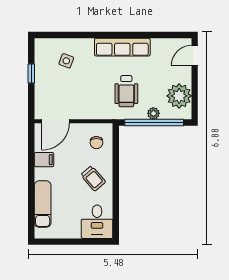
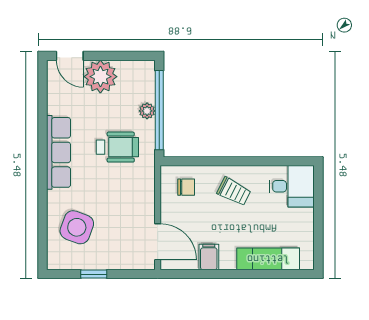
side table: (66, 61) -> (77, 227), width x1.87, depth x1.87
plant: (179, 96) -> (100, 77), moved
trolley: (93, 178) -> (234, 191), turned 68

